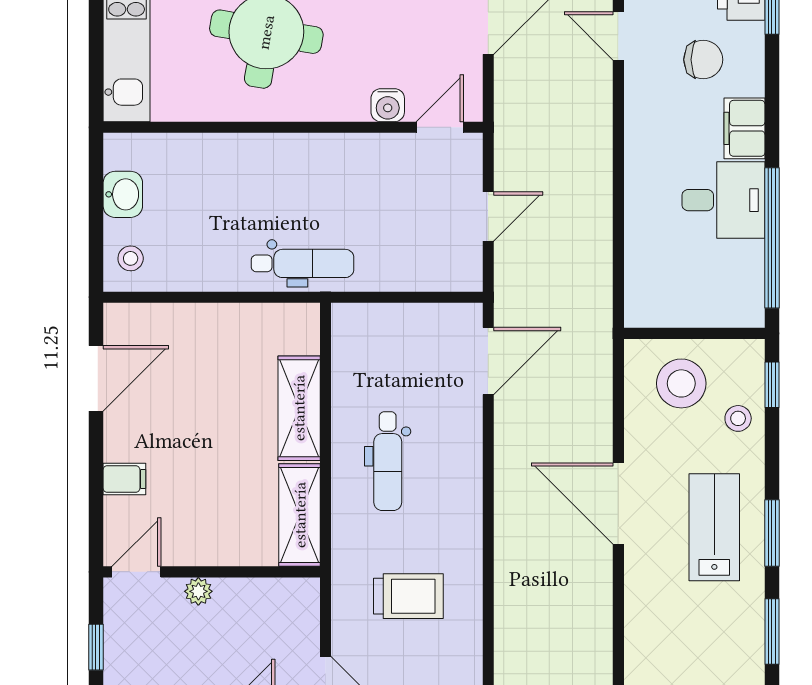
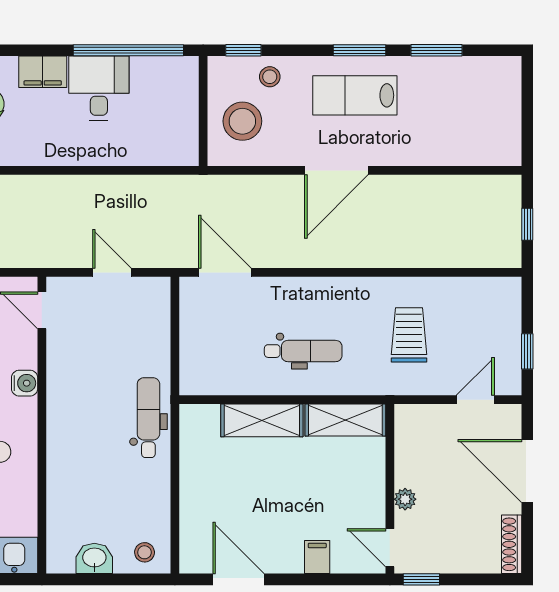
water cooler: (388, 105) -> (25, 383), moved
window: (96, 647) -> (421, 579), moved

